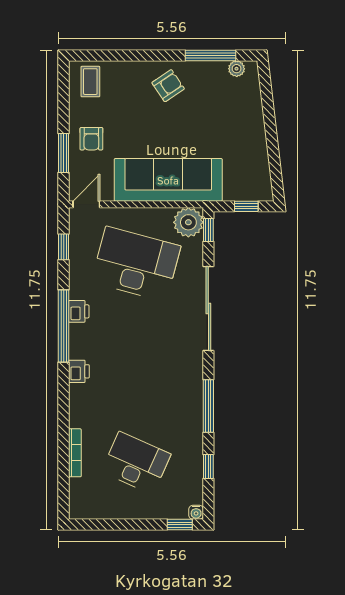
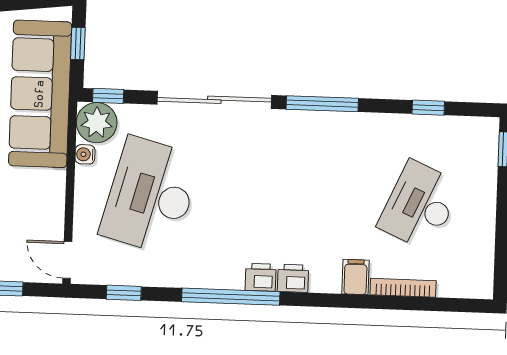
sofa: (168, 180) -> (40, 94), moved
printer: (79, 311) -> (261, 277), moved
window: (208, 406) -> (322, 104), moved
filing cabinet: (82, 417) -> (356, 277), added
water cooler: (196, 512) -> (85, 154), moved, turned 180

